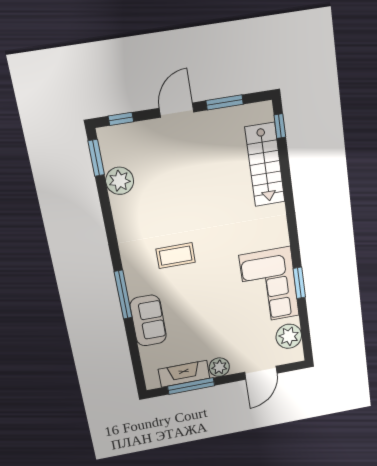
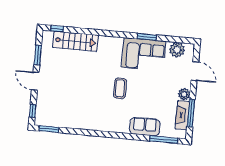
plant: (120, 181) -> (64, 120), removed
coffee table: (176, 256) -> (120, 88), moved
window: (123, 295) -> (164, 140), moved

